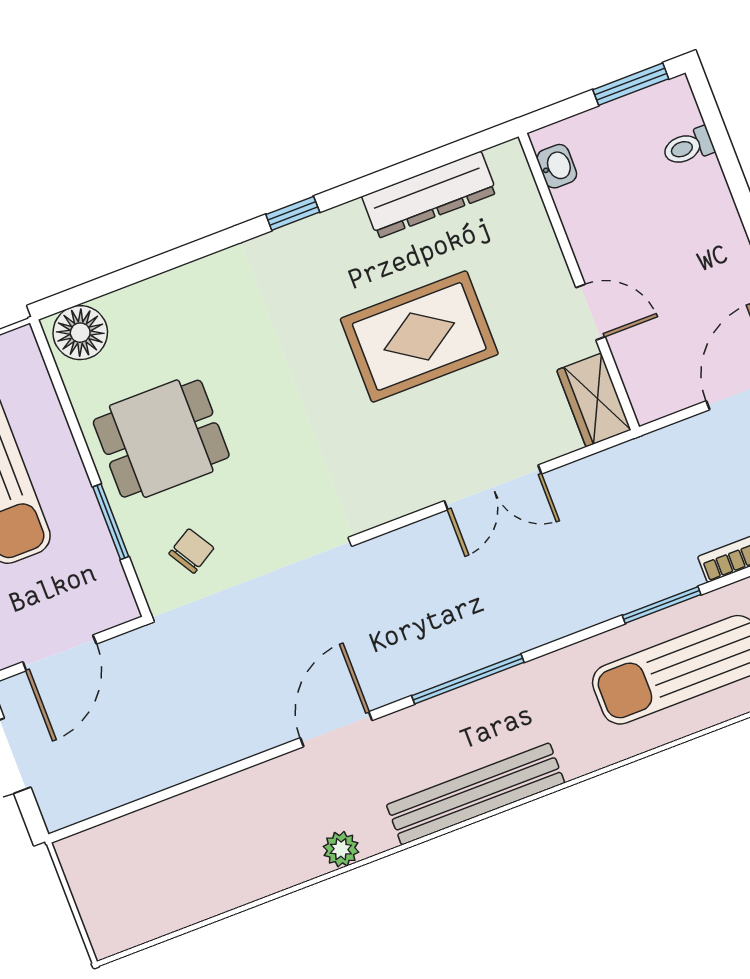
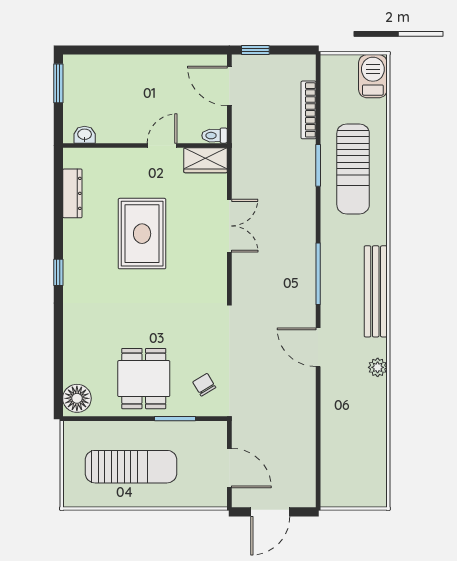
toilet: (688, 147) -> (215, 136), moved, turned 90
dresser: (429, 195) -> (72, 193), width x0.73, depth x0.80

